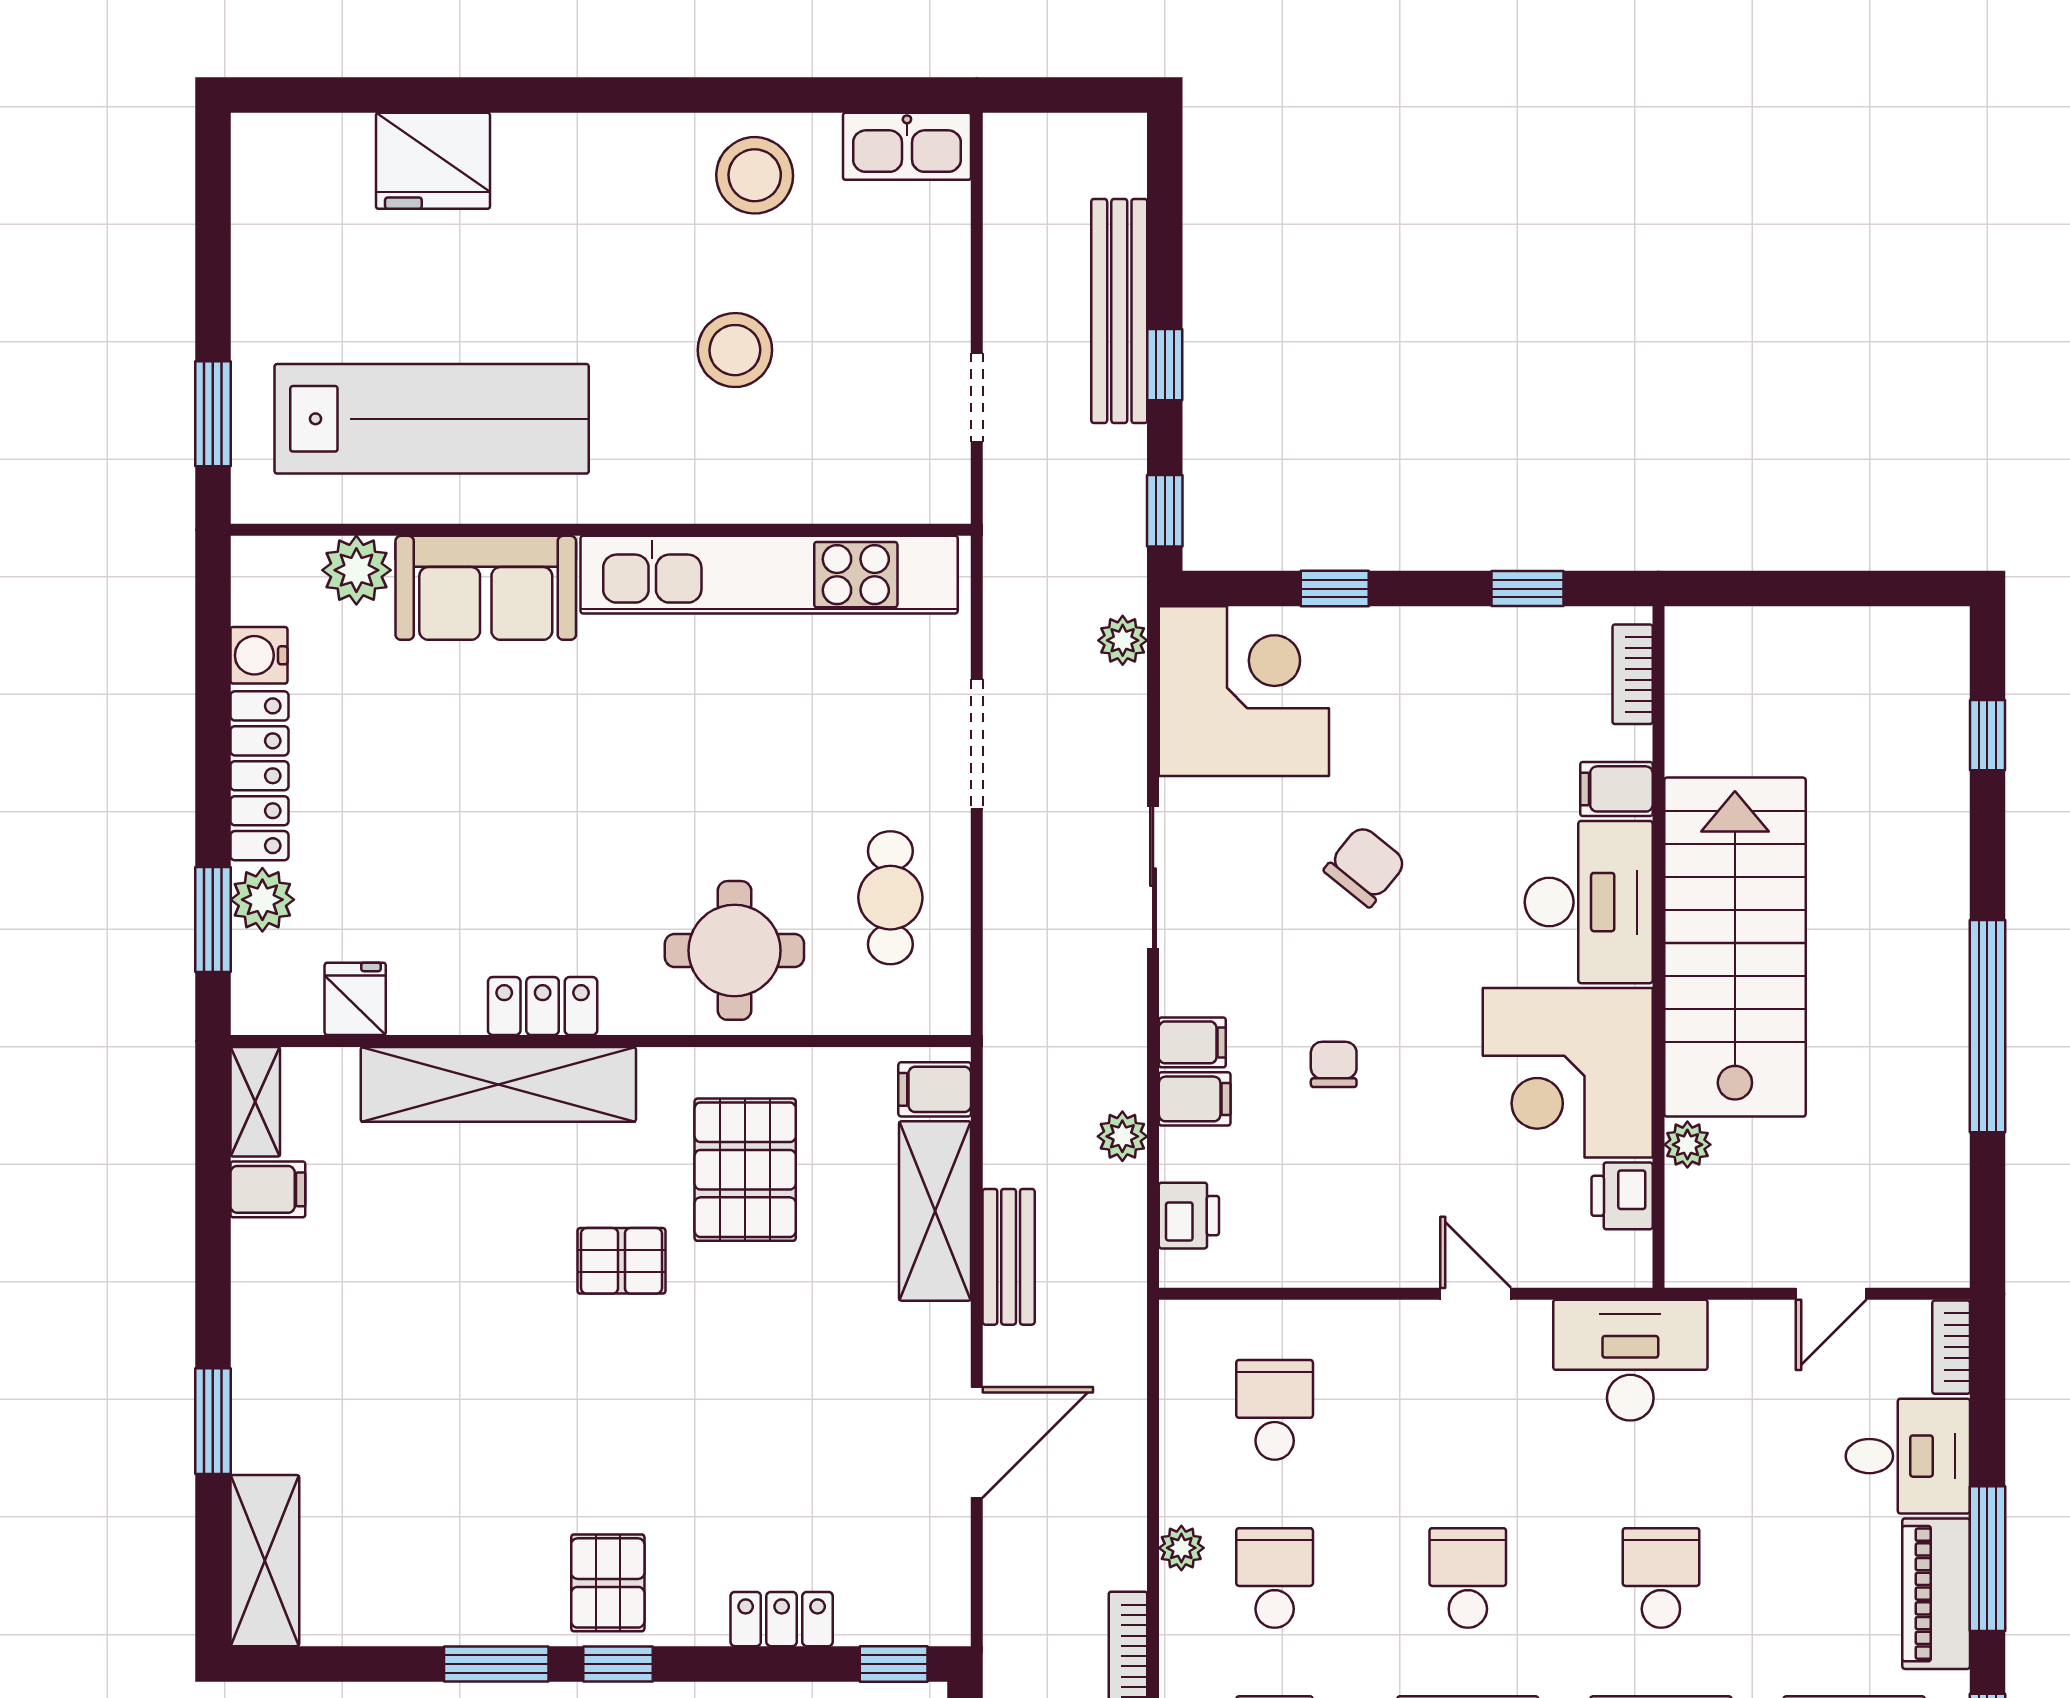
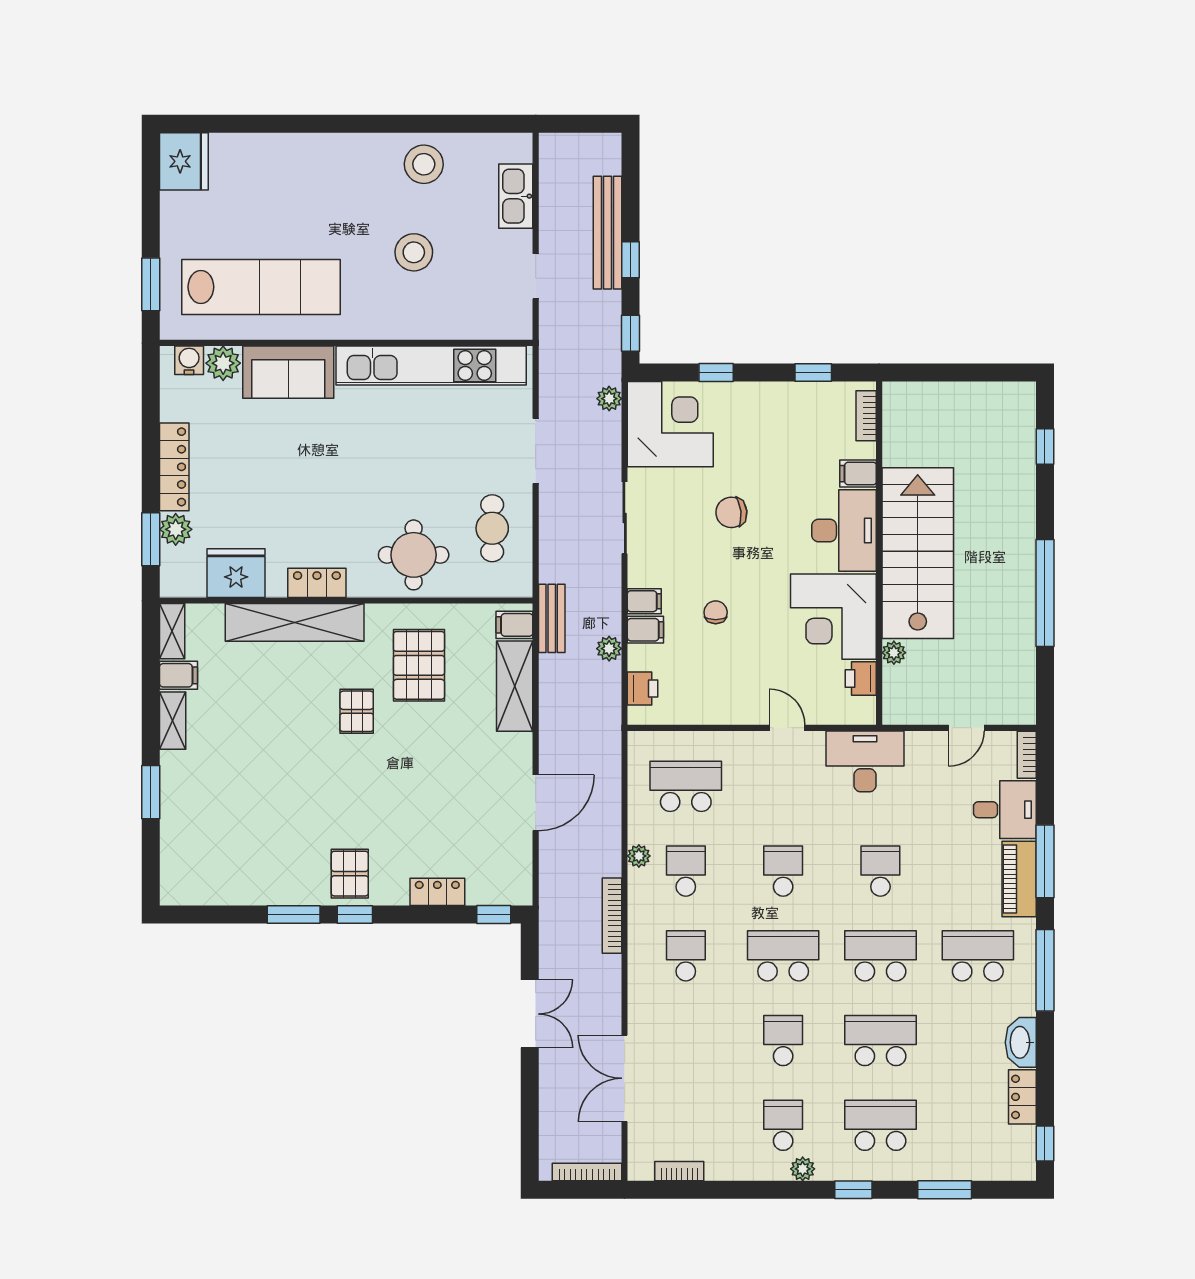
kitchen sink: (907, 146) -> (516, 196), moved, turned 90
fridge: (433, 161) -> (184, 161), moved, turned -90
water cooler: (259, 655) -> (189, 360), moved, turned 90
chair: (1365, 866) -> (731, 512), turned -135
fridge: (355, 999) -> (236, 573), width x1.88, depth x1.34
bench: (1009, 1257) -> (552, 618), moved
pallet: (621, 1261) -> (357, 711), turned 90
school desk: (1275, 1410) -> (686, 786), width x1.85
shelving: (265, 1561) -> (173, 721), moved, width x0.67, depth x0.75

